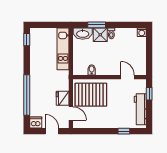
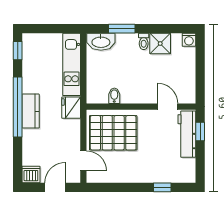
shower: (100, 35) -> (160, 44), moved
kitchen counter: (35, 80) -> (31, 111), added
window: (27, 95) -> (18, 107), moved
fridge: (63, 98) -> (71, 108), moved
workbench: (140, 109) -> (187, 134), moved
door: (52, 131) -> (55, 187), hinge flipped

